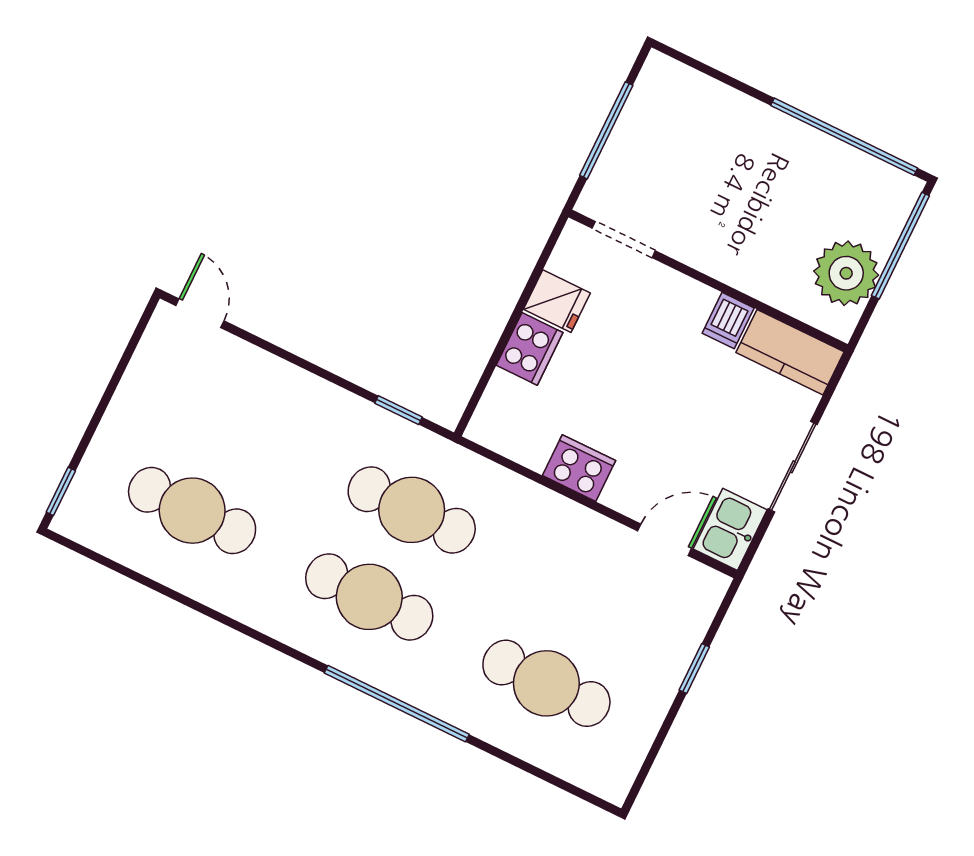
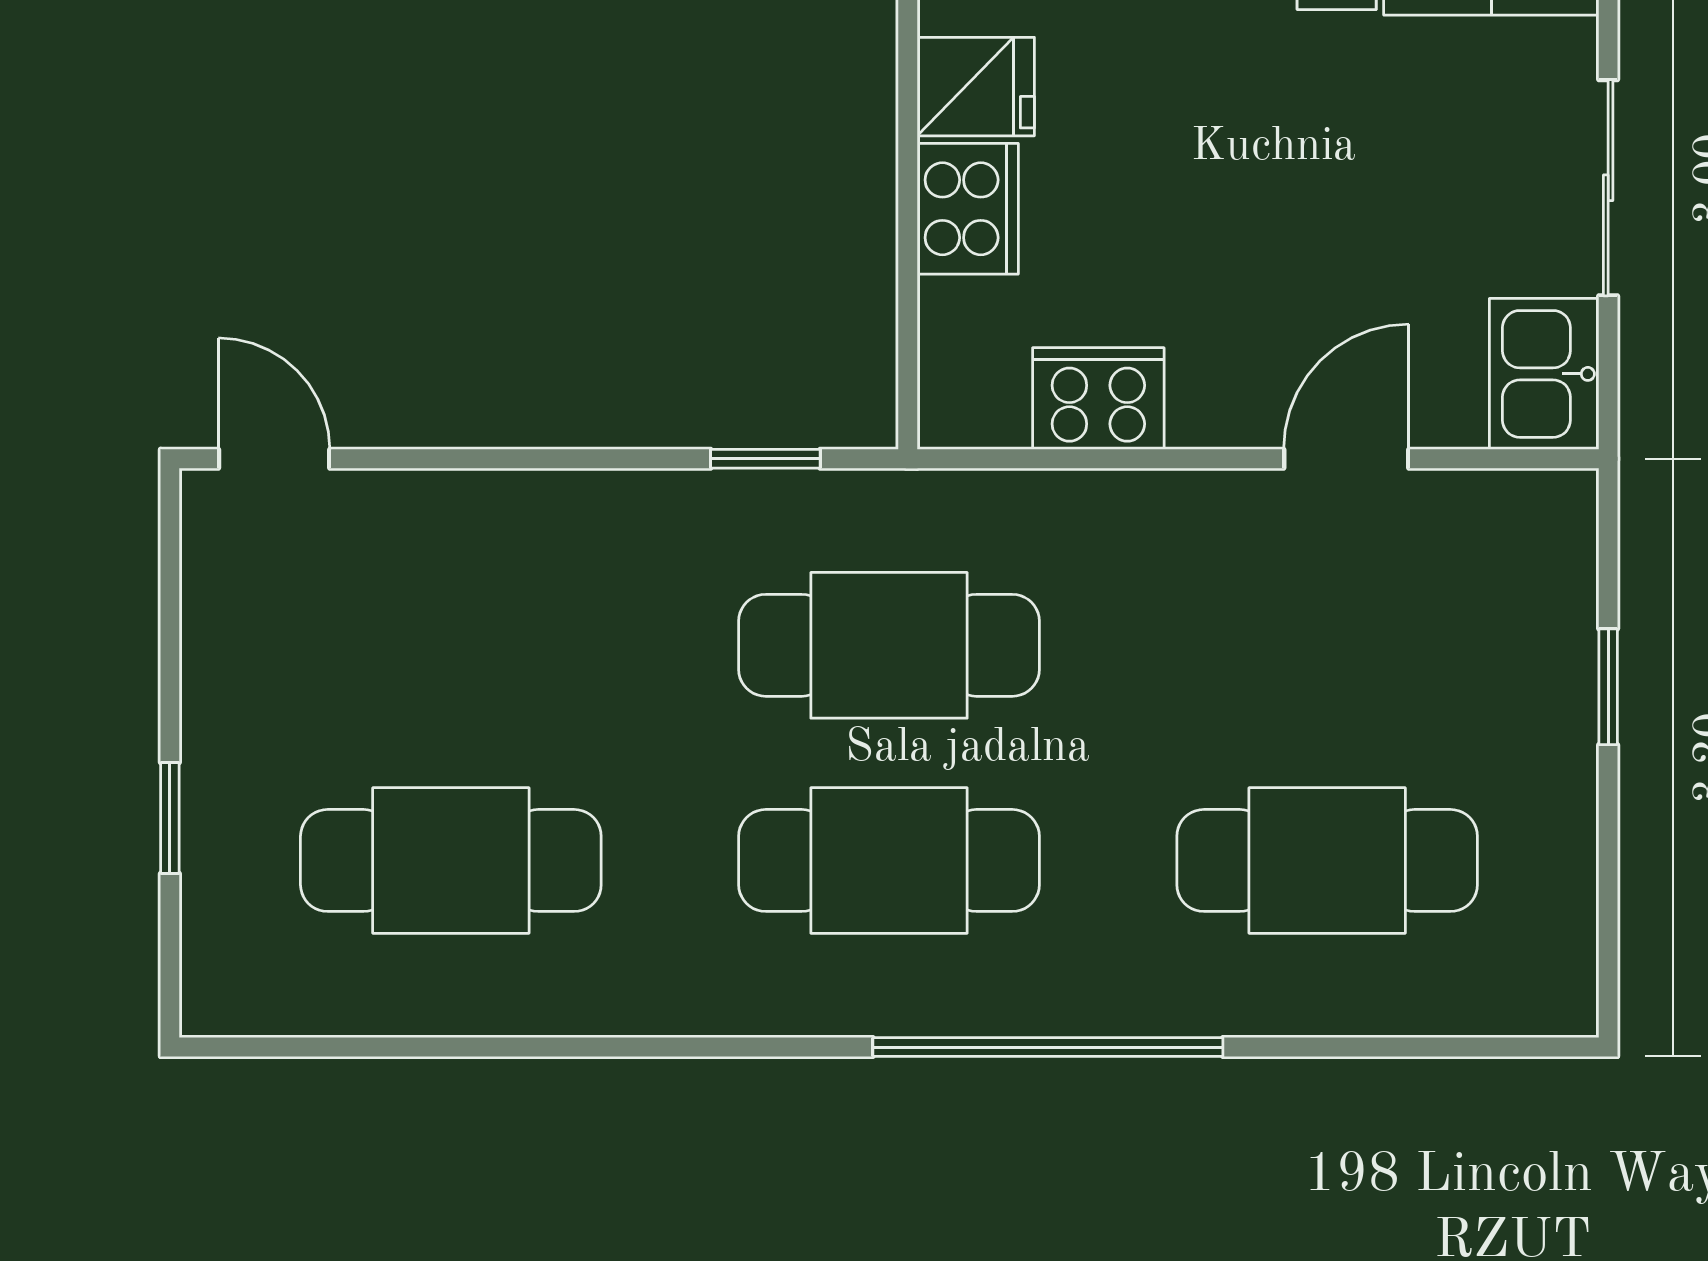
cooker: (579, 468) -> (1098, 399), moved
window: (61, 491) -> (170, 818), moved
door: (665, 540) -> (1346, 459), moved

